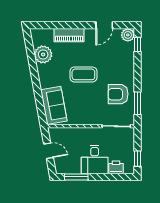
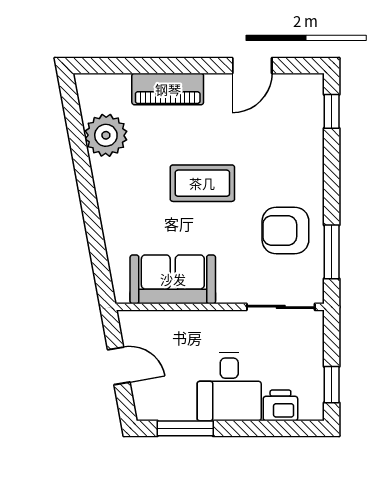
plant: (128, 35) -> (309, 89), removed
sofa: (54, 105) -> (173, 279), moved, turned -80

